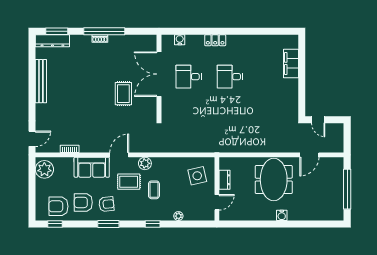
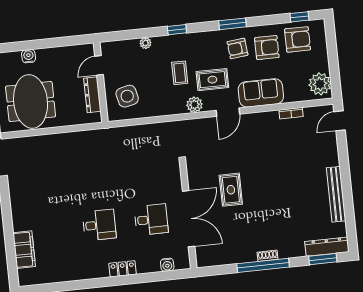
dresser: (224, 180) -> (92, 95), width x1.44
water cooler: (282, 215) -> (29, 56), moved

